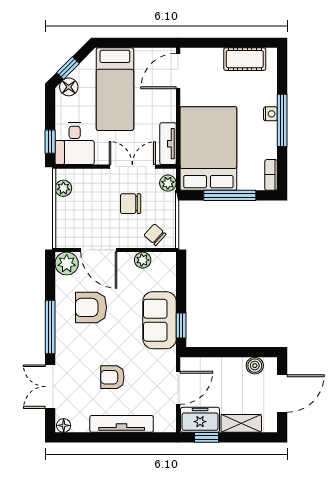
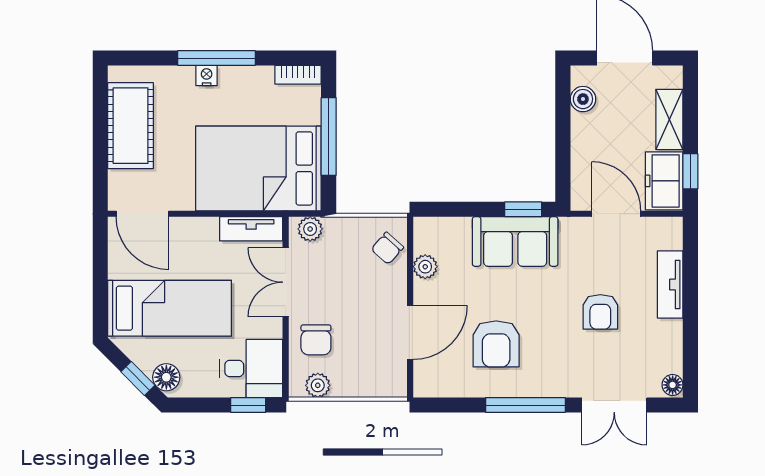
cot: (245, 59) -> (131, 126), width x1.37, depth x1.34
chair: (131, 204) -> (316, 340), moved
plant: (67, 264) -> (430, 380), removed
tv unit: (122, 424) -> (670, 285), width x0.71

